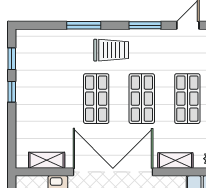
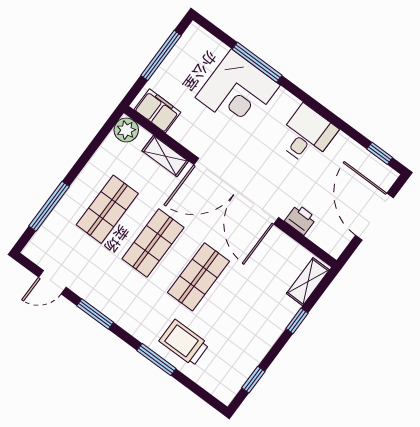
trolley: (111, 50) -> (184, 343), moved
window: (12, 92) -> (297, 321), moved
shelving: (47, 160) -> (308, 282), moved, turned 90

